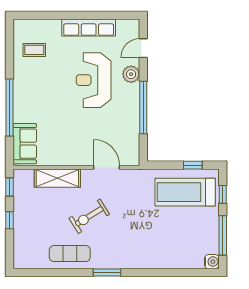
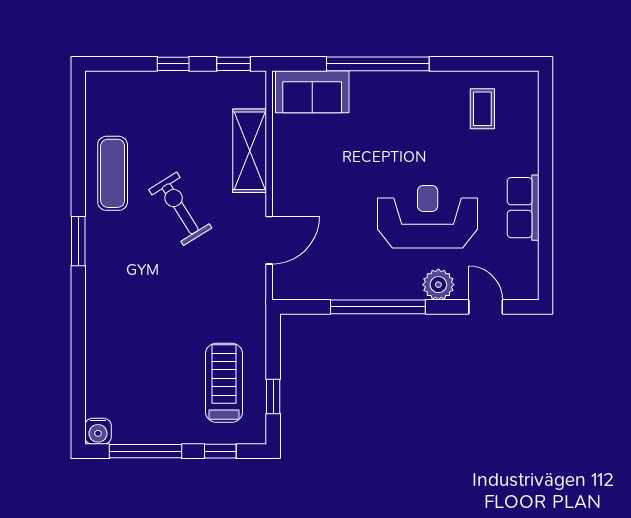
row of seats: (89, 28) -> (523, 208), width x0.68
treadmill: (185, 192) -> (224, 383), width x0.73, depth x0.73

